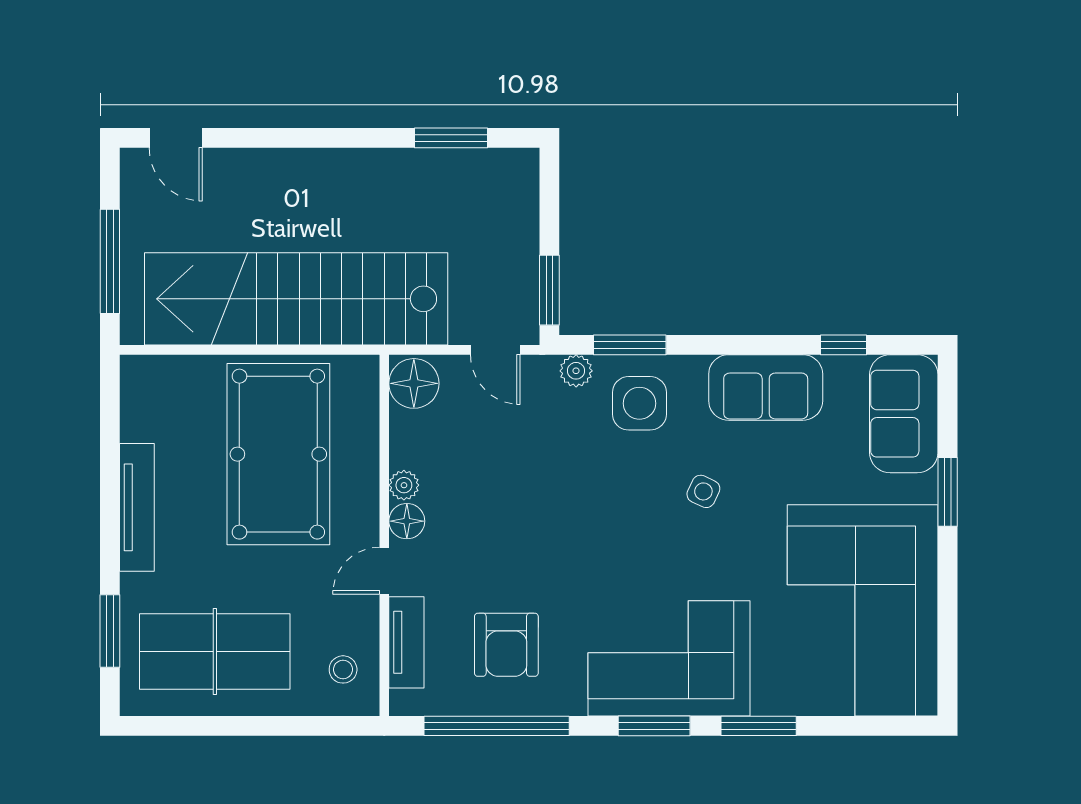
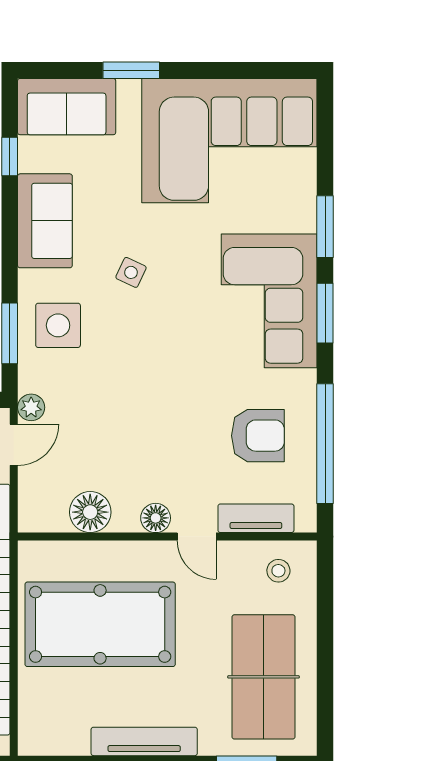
plant: (576, 371) -> (31, 407), moved
floor lamp: (414, 383) -> (90, 512), moved
plant: (404, 485) -> (126, 520), removed

